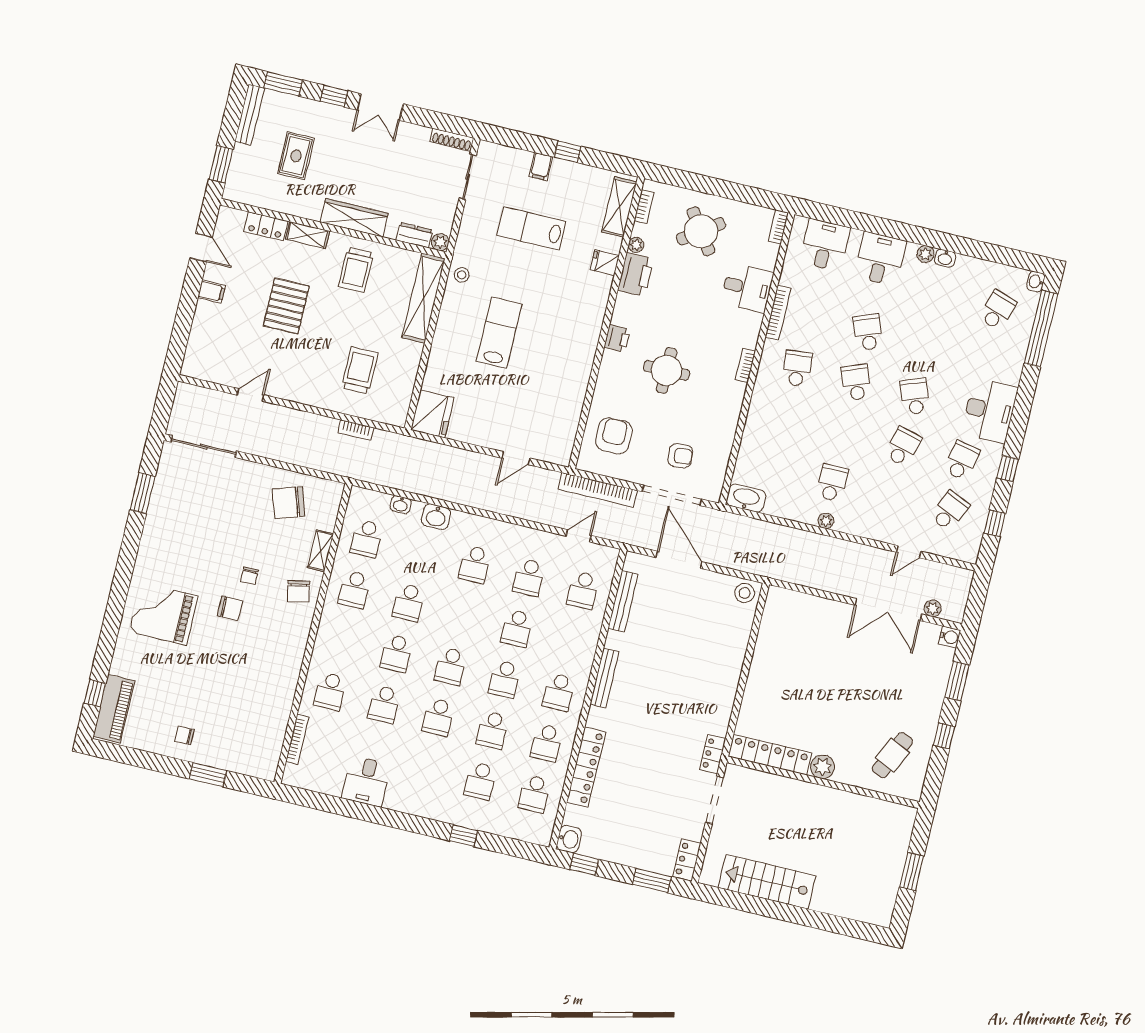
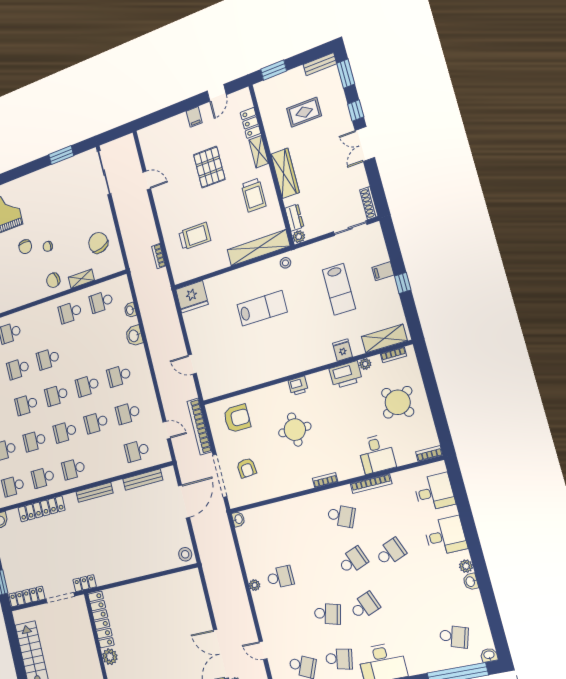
bench: (250, 115) -> (320, 64), width x0.73
lab bench: (531, 228) -> (339, 289), turned 180
trolley: (356, 270) -> (254, 195), turned -90
pallet: (286, 306) -> (209, 167), turned 90
school desk: (797, 368) -> (341, 516), turned 30
washbasin: (746, 498) -> (238, 519), width x0.52, depth x0.69
school desk: (408, 603) -> (87, 386), moved
locker: (687, 860) -> (27, 597), width x1.53

